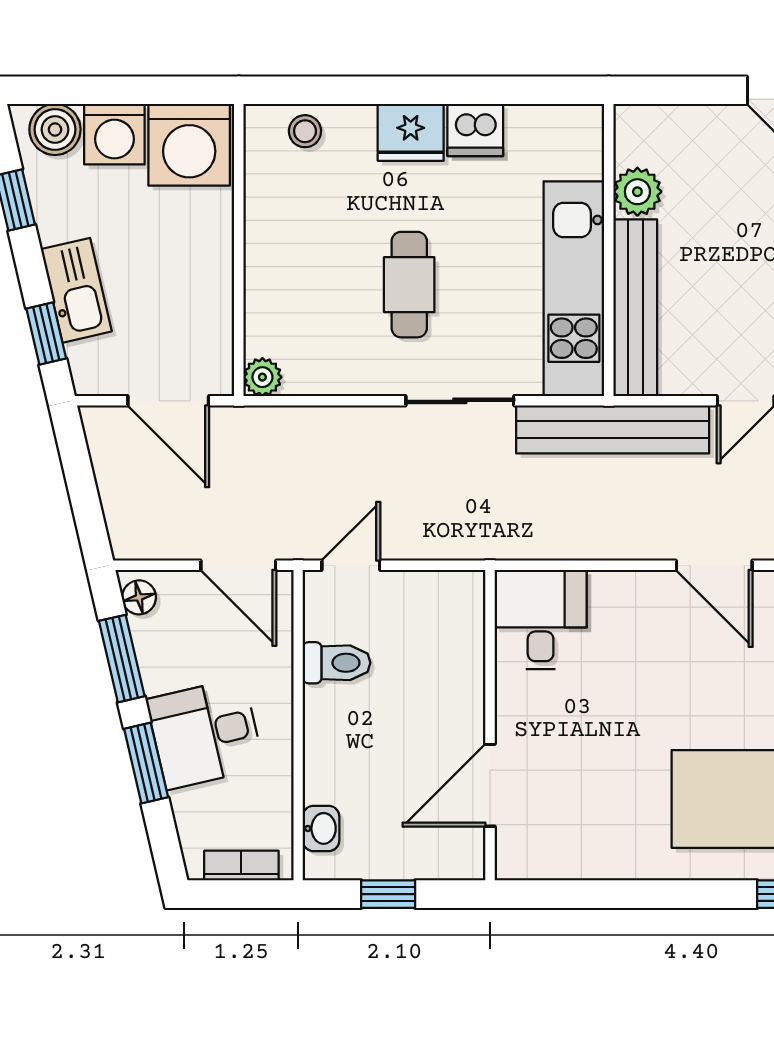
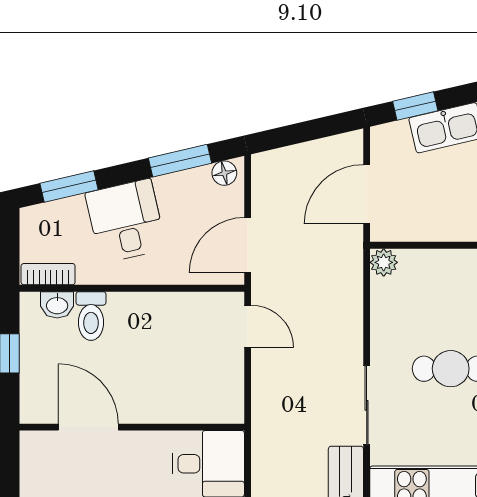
toilet: (336, 663) -> (91, 316), moved
window: (146, 763) -> (69, 186), moved
bookcase: (241, 866) -> (48, 274), moved, turned -90

